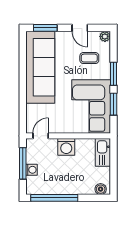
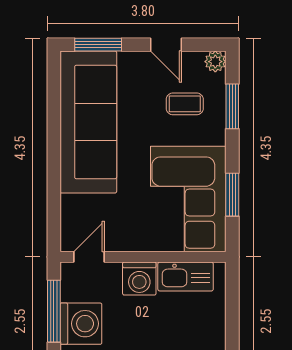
window: (113, 74) -> (232, 106), moved
kitchen sink: (103, 152) -> (186, 277), moved, turned -90
washing machine: (32, 170) -> (81, 324), width x1.89, depth x1.89

